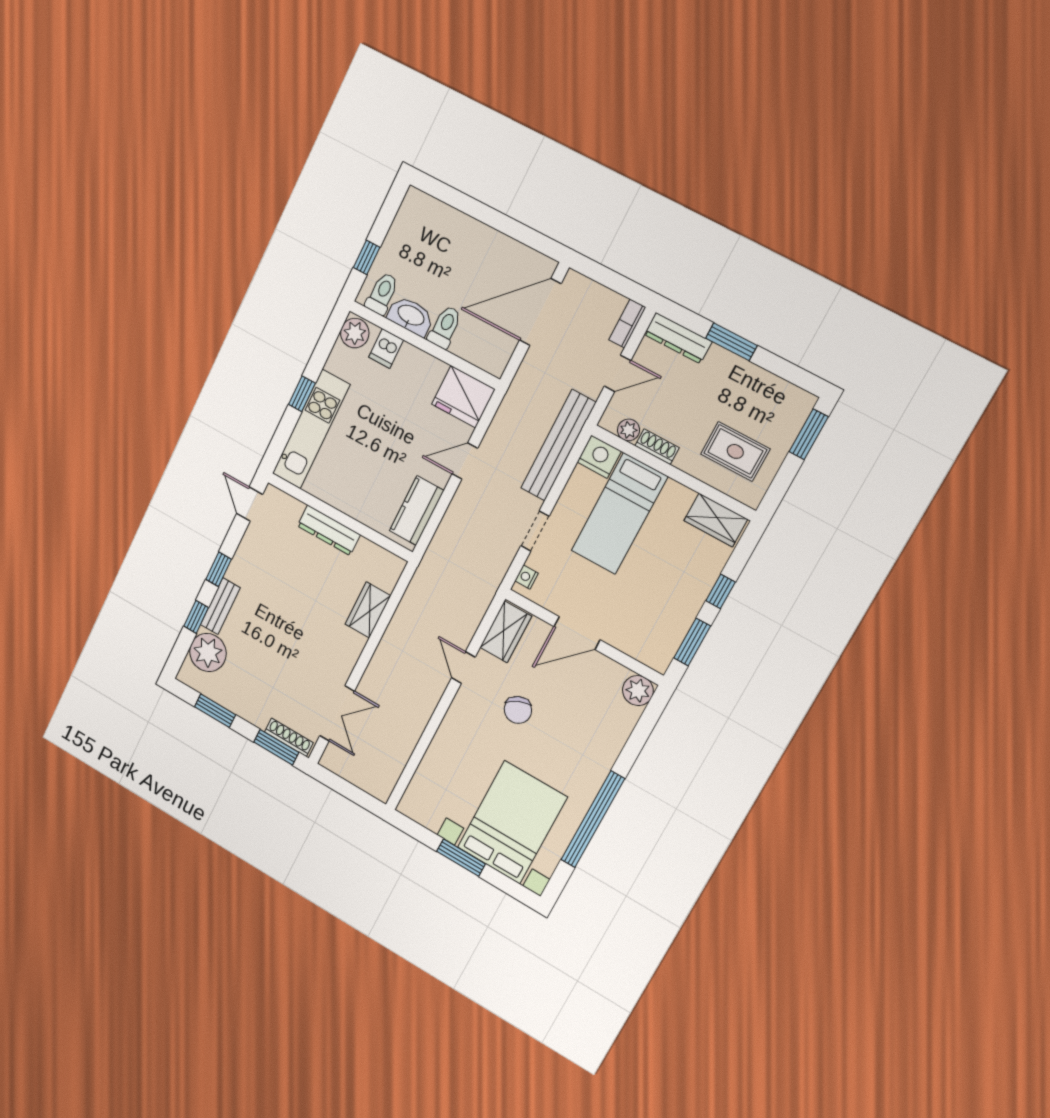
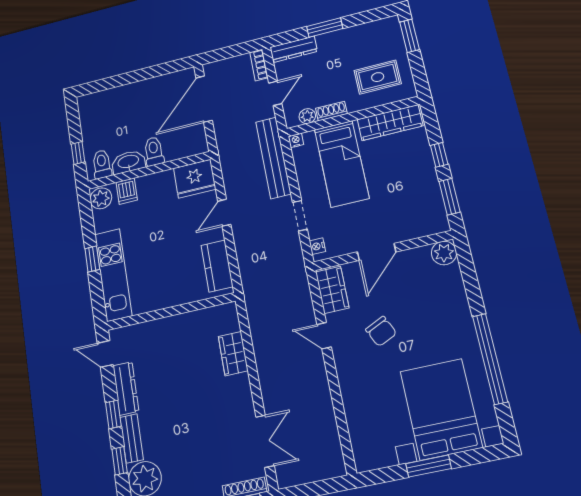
nightstand: (599, 457) -> (296, 140), width x0.53, depth x0.56
wardrobe: (716, 520) -> (390, 123), width x1.50
dresser: (329, 530) -> (126, 388), moved, turned -90

